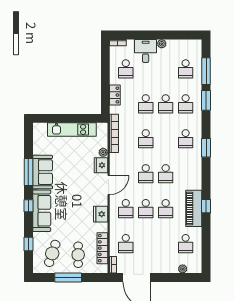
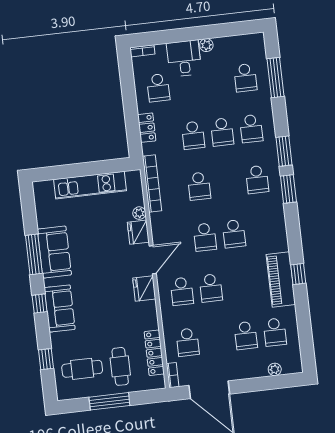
window: (206, 100) -> (284, 151), moved
school desk: (166, 209) -> (246, 335), moved
sofa: (42, 211) -> (60, 308), width x0.73
fridge: (101, 214) -> (144, 289), moved
cafe table: (52, 253) -> (82, 369), turned 71

